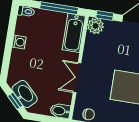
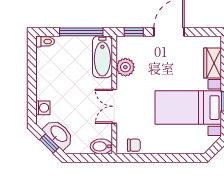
plant: (96, 26) -> (125, 67), moved
washing machine: (19, 42) -> (43, 108), moved

